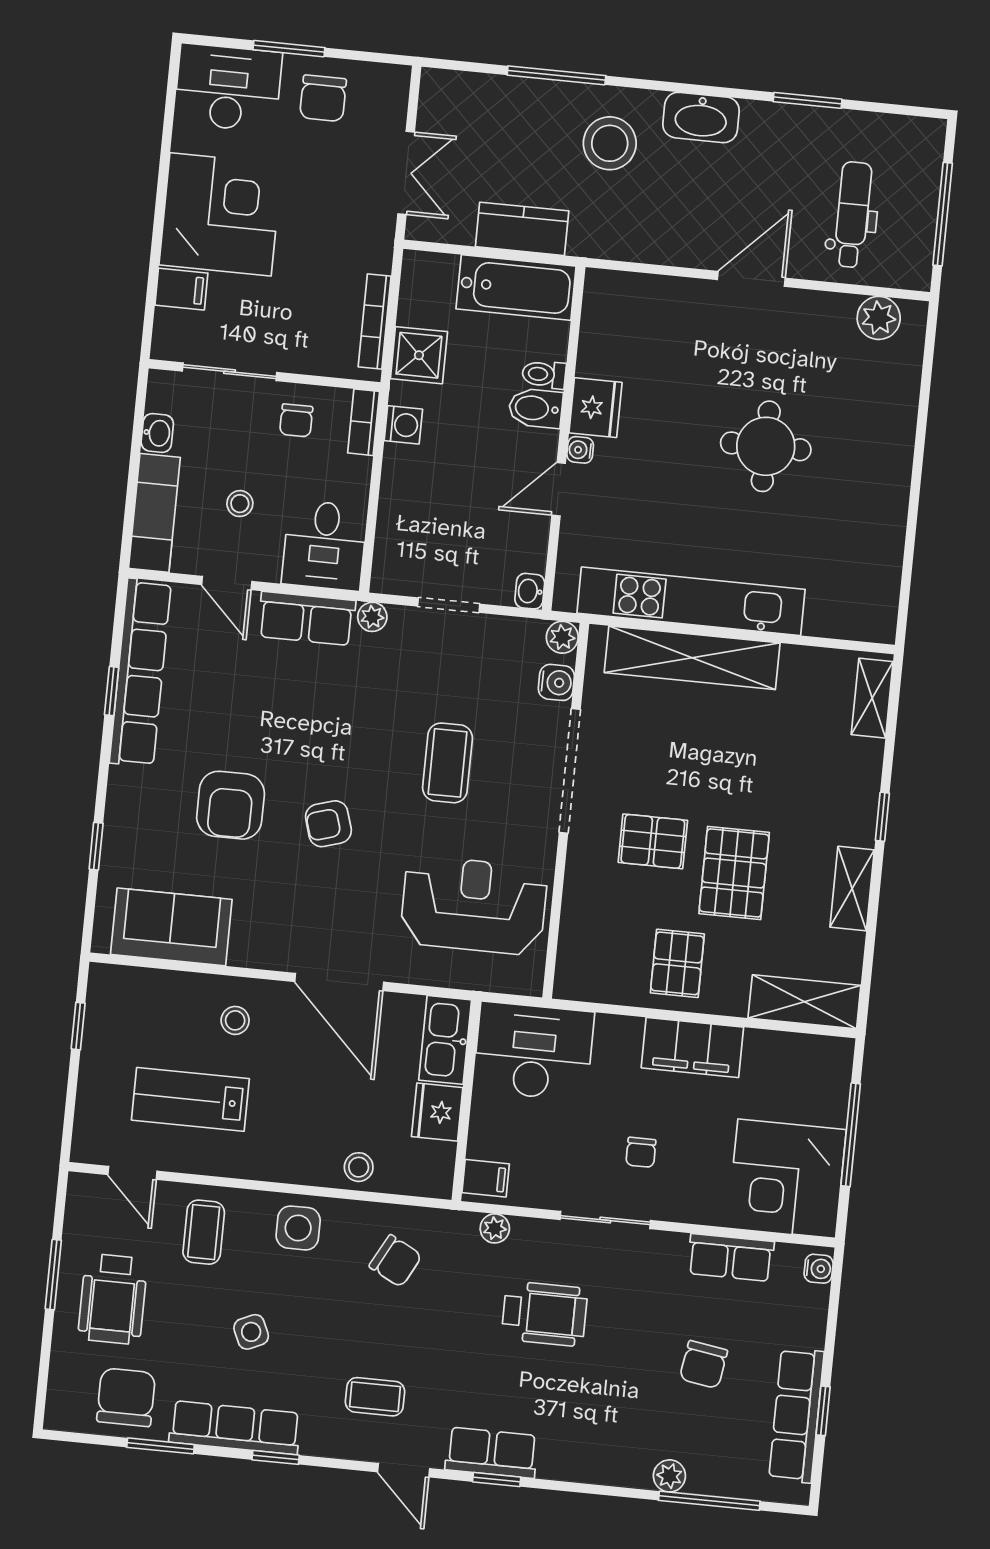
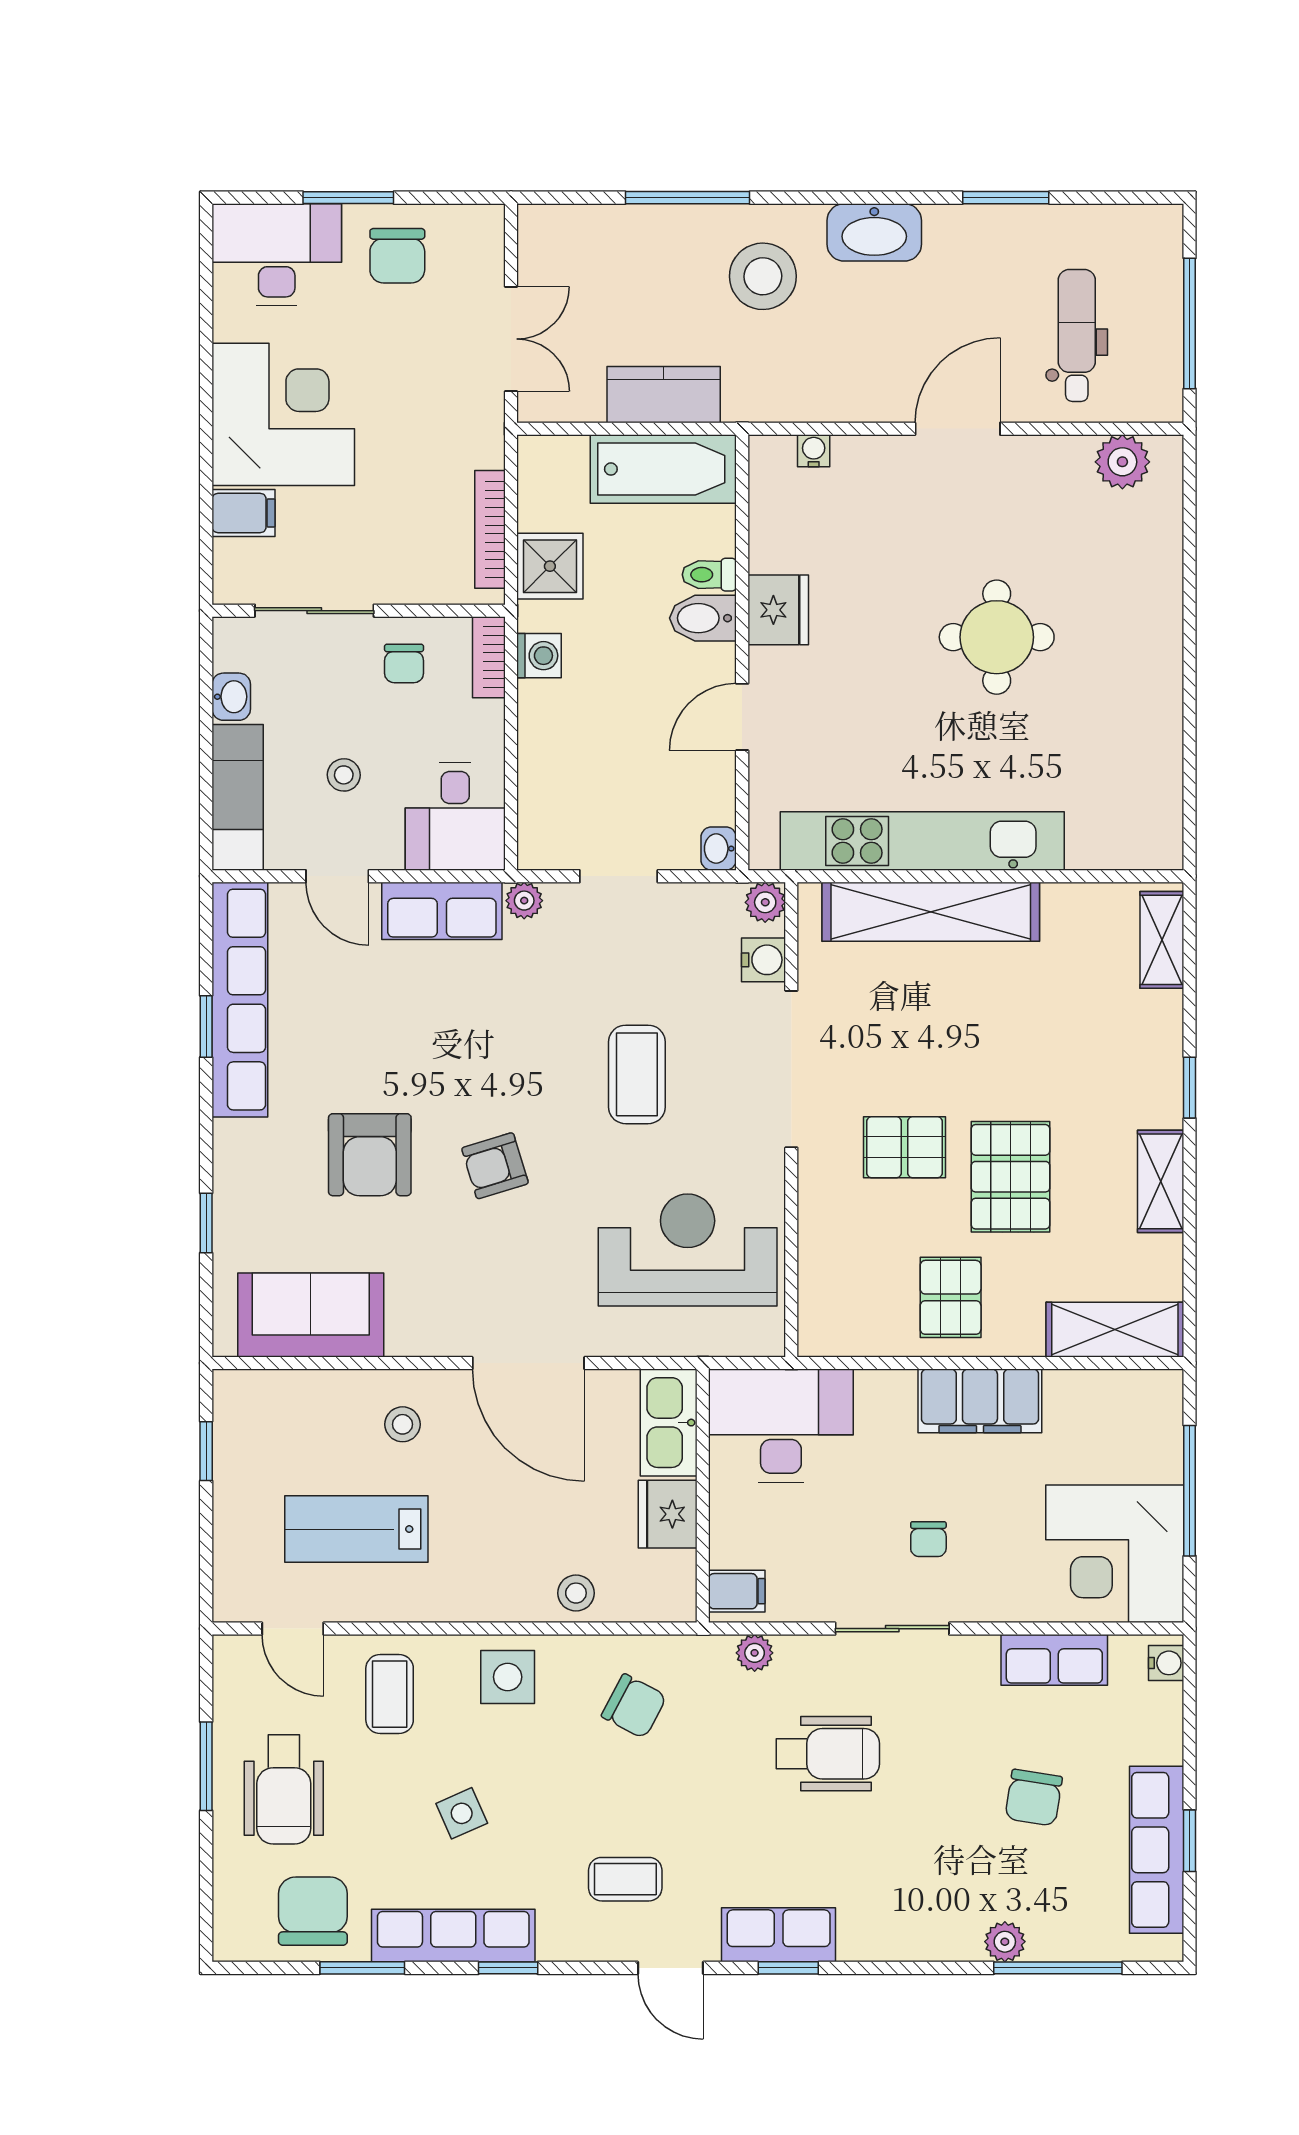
water cooler: (580, 450) -> (814, 451), moved, turned 90

